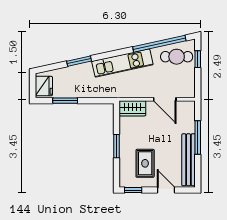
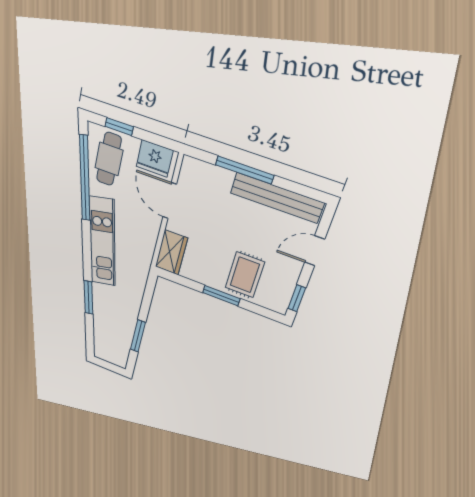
fridge: (44, 86) -> (155, 158), moved, turned 180
door: (165, 99) -> (170, 201), swing flipped
rug: (145, 163) -> (245, 275), moved, turned 90

